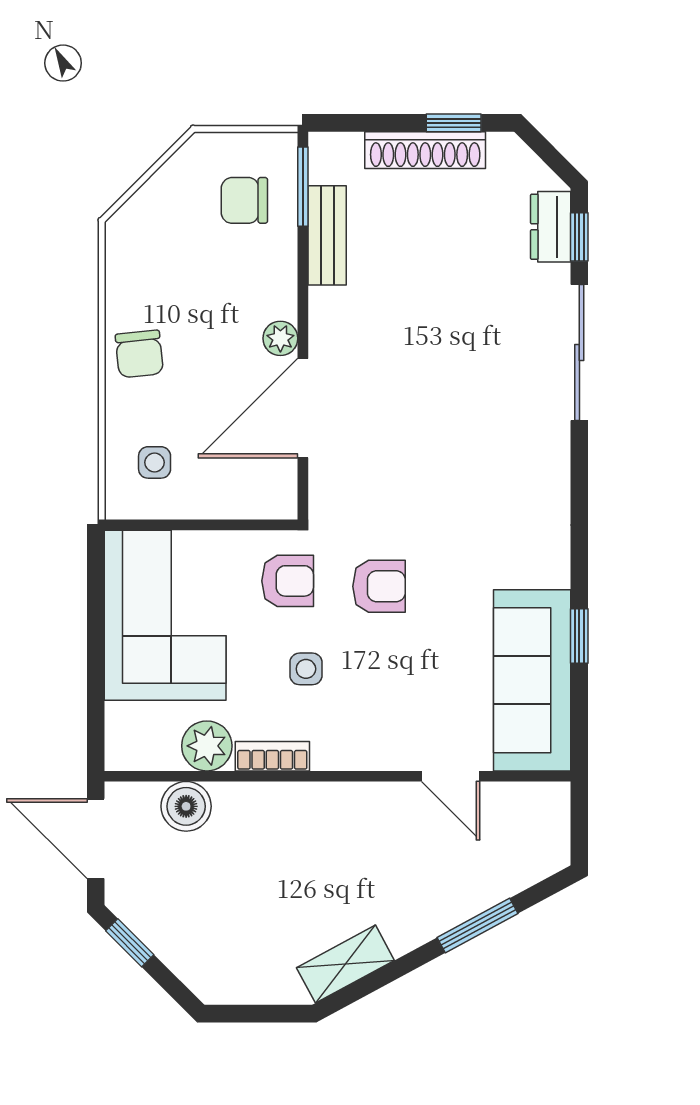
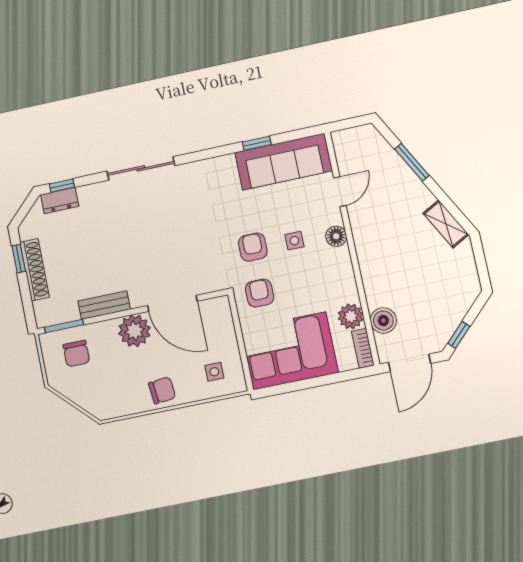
bench: (327, 235) -> (104, 305), moved
plant: (280, 338) -> (134, 331), width x1.87, depth x1.87
sliding door: (579, 353) -> (141, 168), moved
side table: (306, 669) -> (294, 241), moved
floor lamp: (366, 751) -> (336, 236), added
bookcase: (272, 756) -> (363, 348), moved

